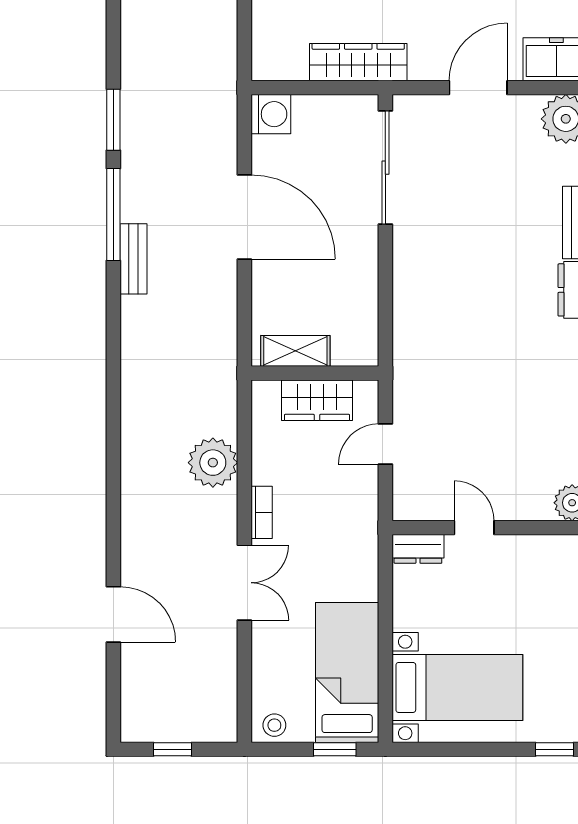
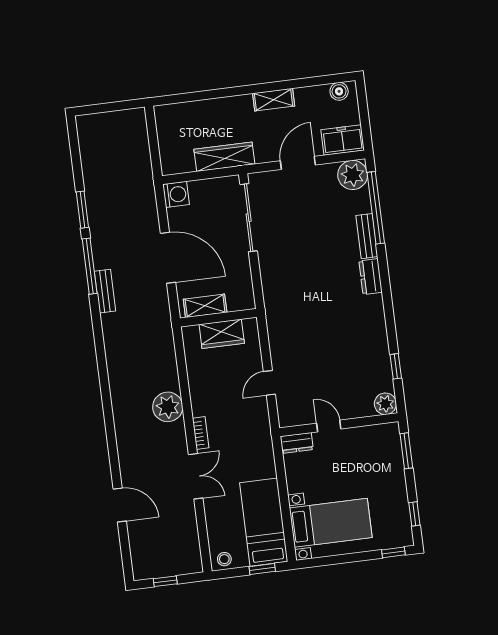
shelving: (295, 351) -> (205, 306), moved
wall: (315, 373) -> (218, 318), moved
wardrobe: (317, 400) -> (222, 334), moved

